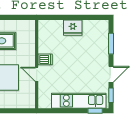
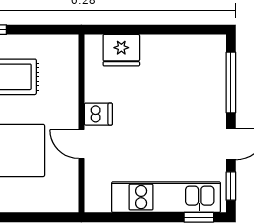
fridge: (73, 28) -> (121, 50), moved
window: (111, 44) -> (231, 82), width x1.44

